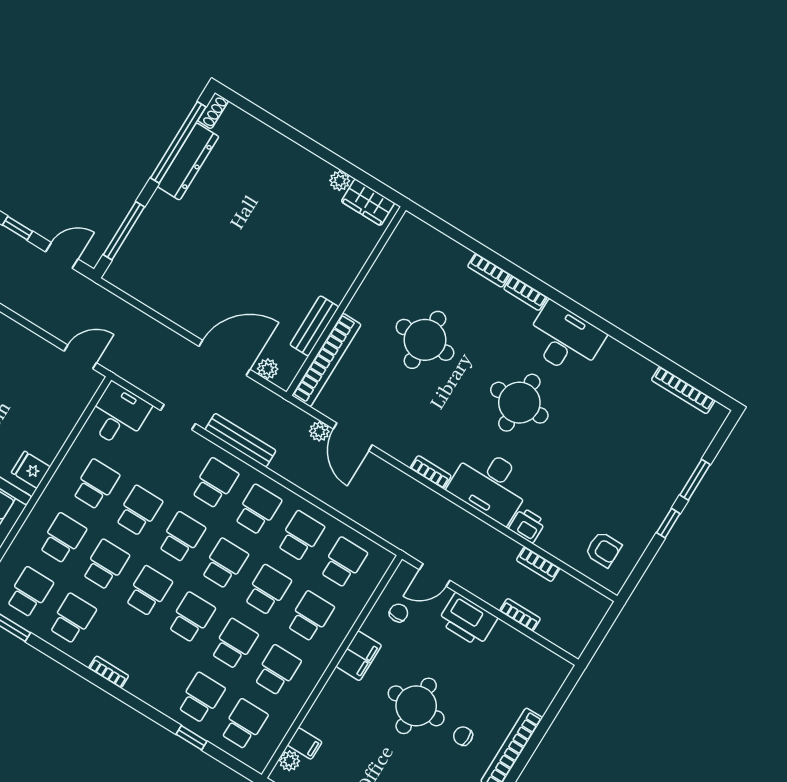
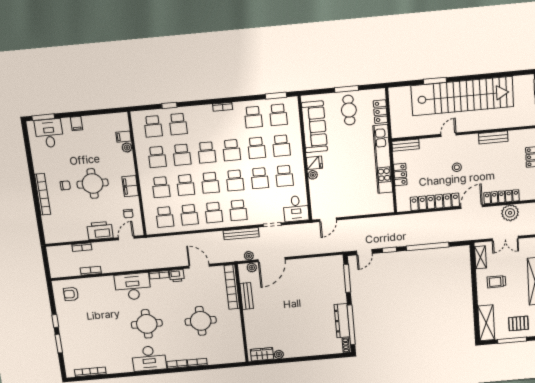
plant: (319, 431) -> (249, 256), moved
plant: (48, 452) -> (313, 175), added
printer: (527, 525) -> (177, 276), moved
plant: (289, 761) -> (127, 148), moved

